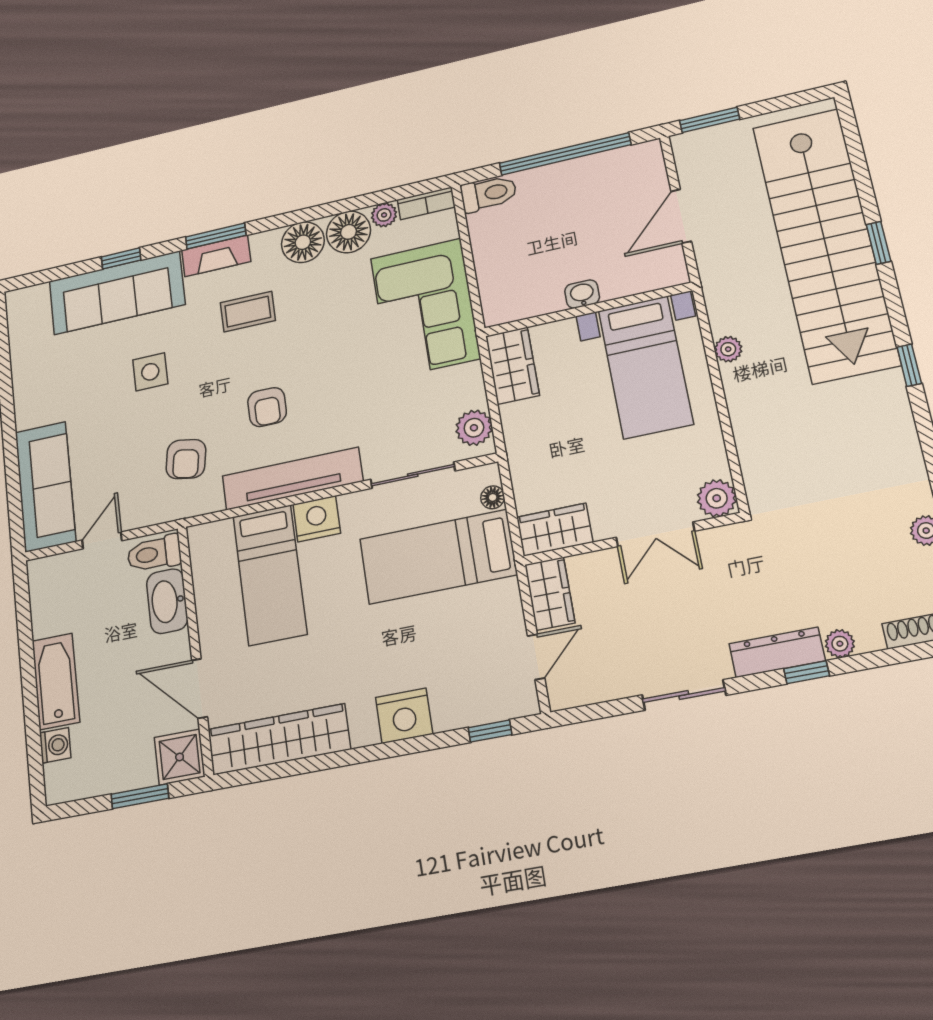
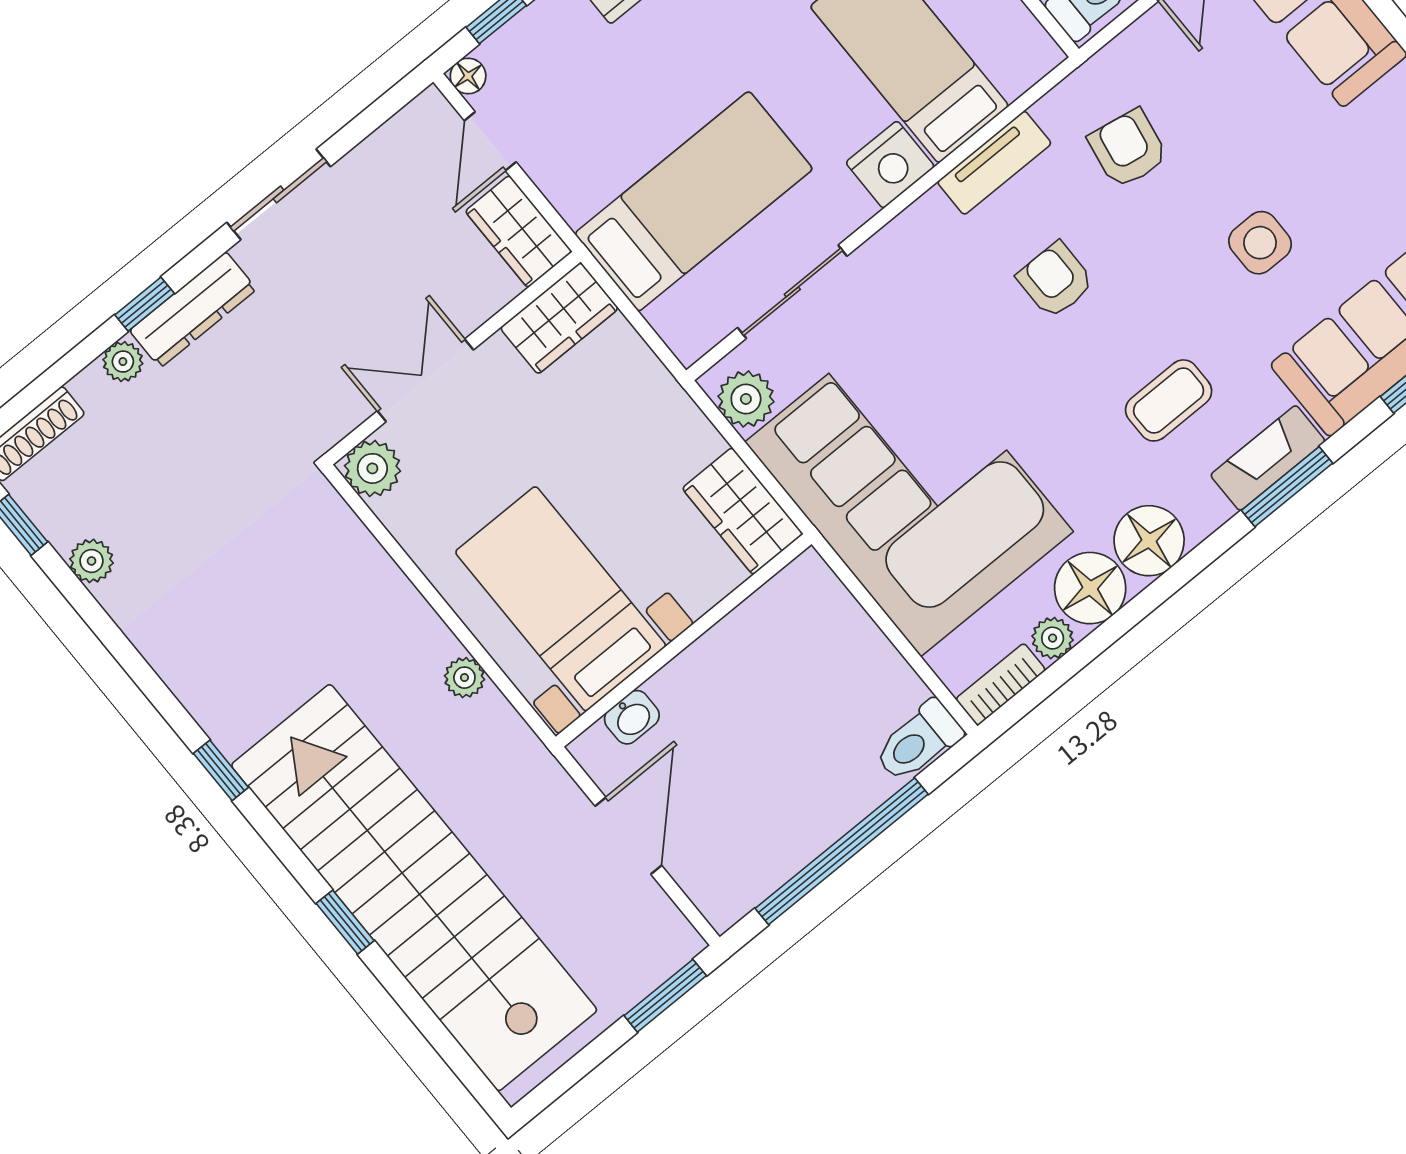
washbasin: (582, 294) -> (632, 717), moved
corner sofa: (425, 308) -> (909, 487), width x1.36, depth x1.36
tv unit: (292, 479) -> (994, 163), width x0.52, depth x0.78
floor lamp: (493, 497) -> (468, 76), moved

